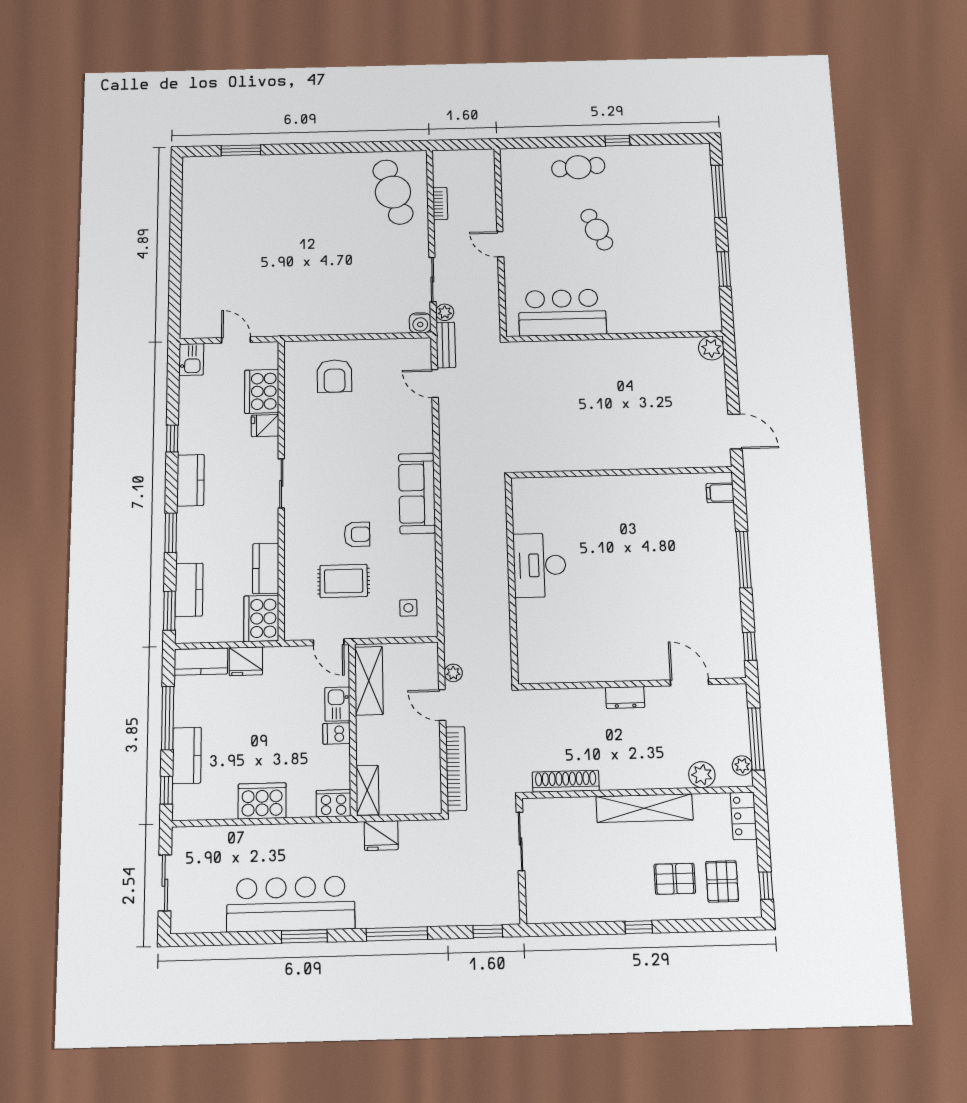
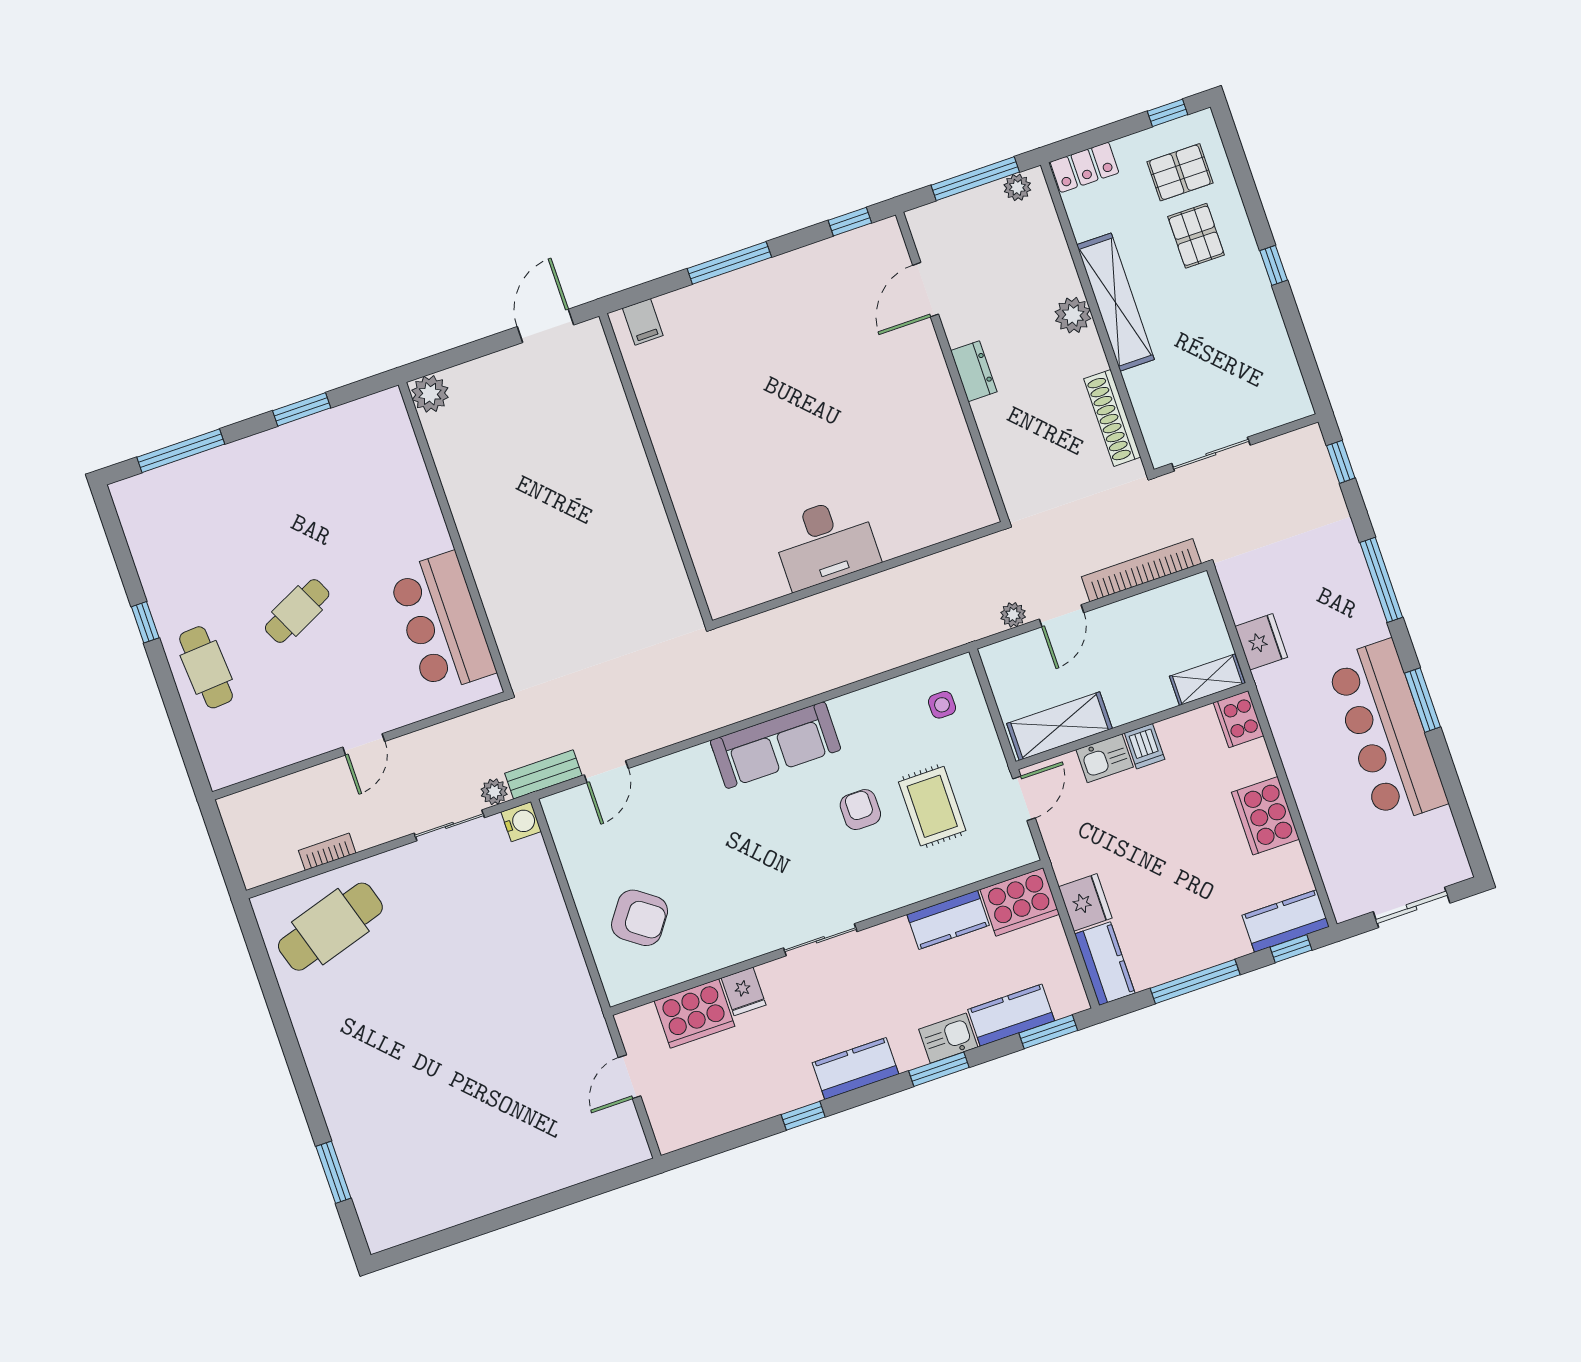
kitchen sink: (191, 360) -> (948, 1038), moved
armchair: (335, 376) -> (640, 918), turned 36
kitchen counter: (187, 755) -> (1286, 921), moved
plant: (702, 775) -> (1073, 315), moved

